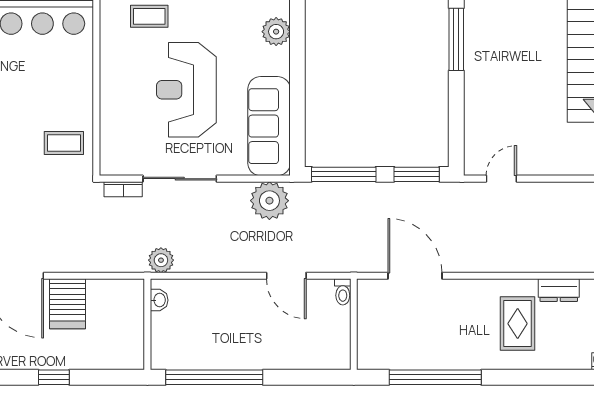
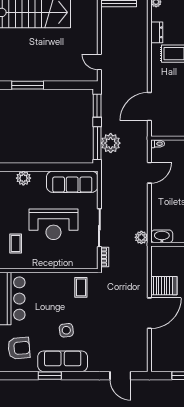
plant: (269, 201) -> (111, 143), moved
washbasin: (159, 300) -> (162, 236), width x1.91, depth x1.45

